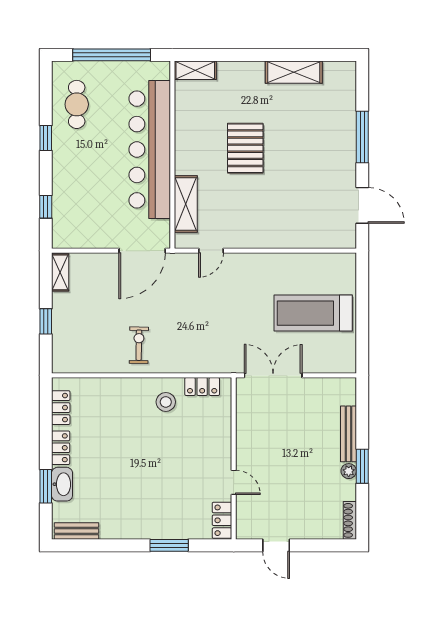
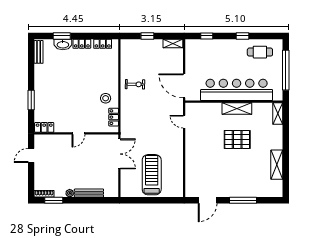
shelving: (186, 204) -> (237, 109), moved
window: (362, 466) -> (54, 200), moved
door: (234, 482) -> (78, 133), moved

